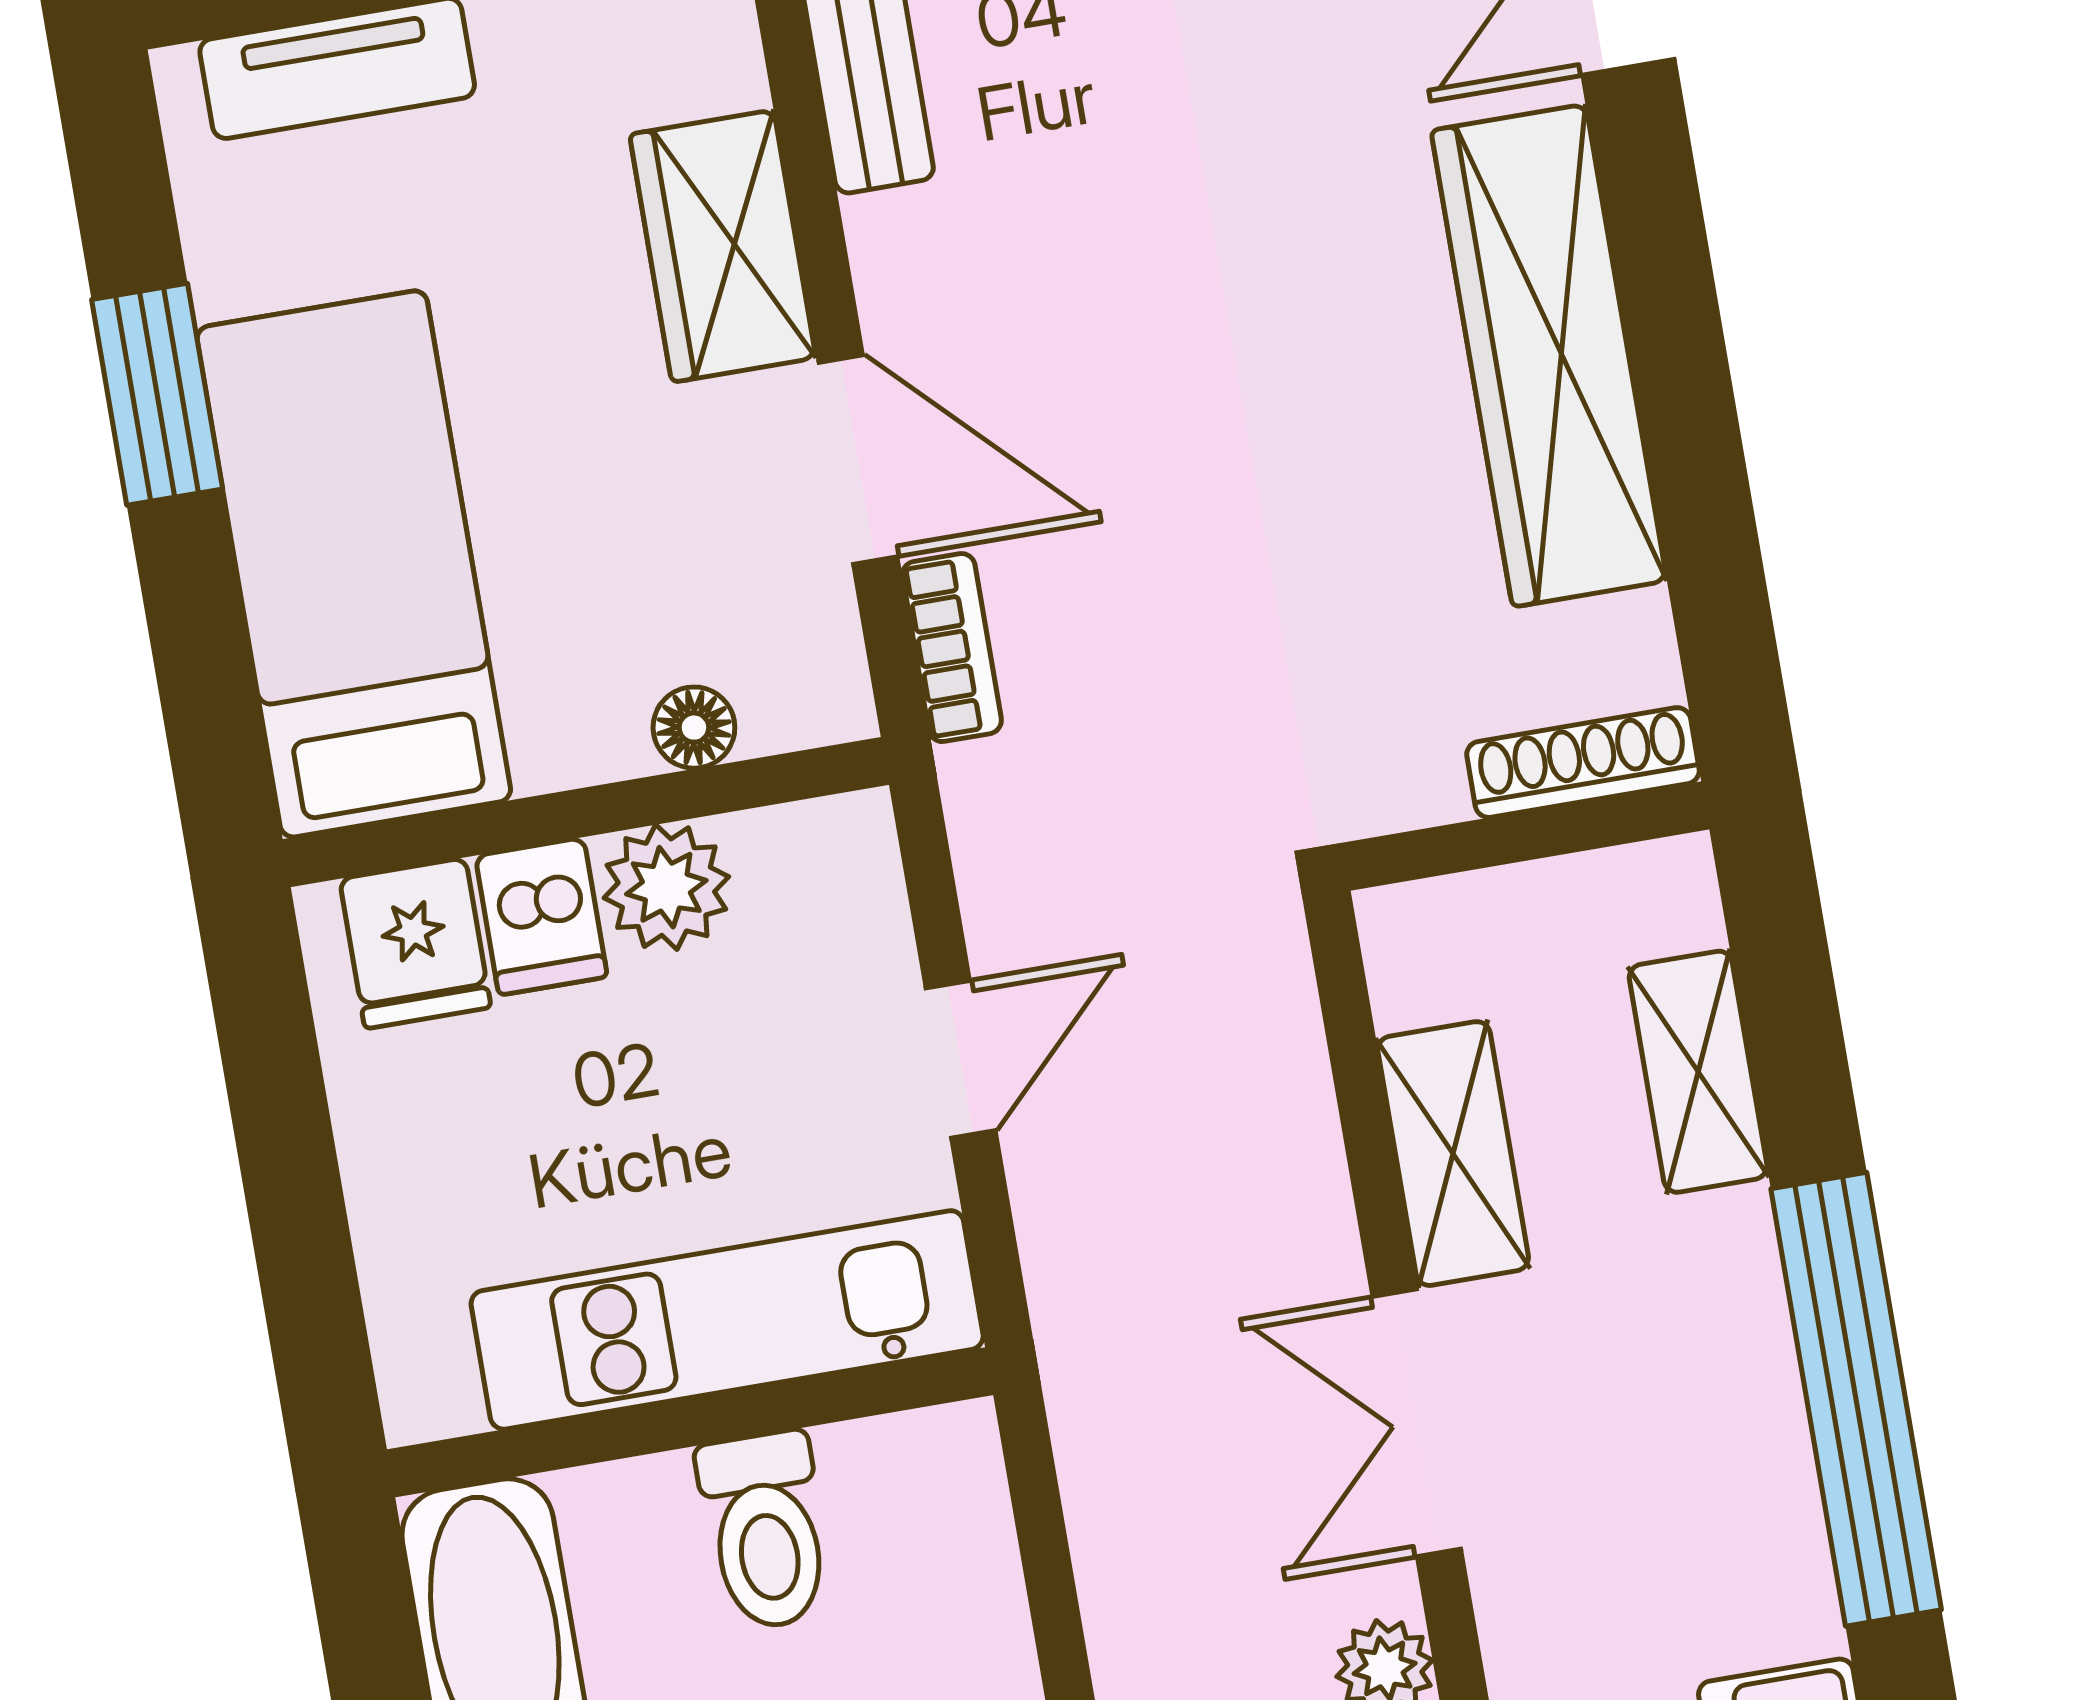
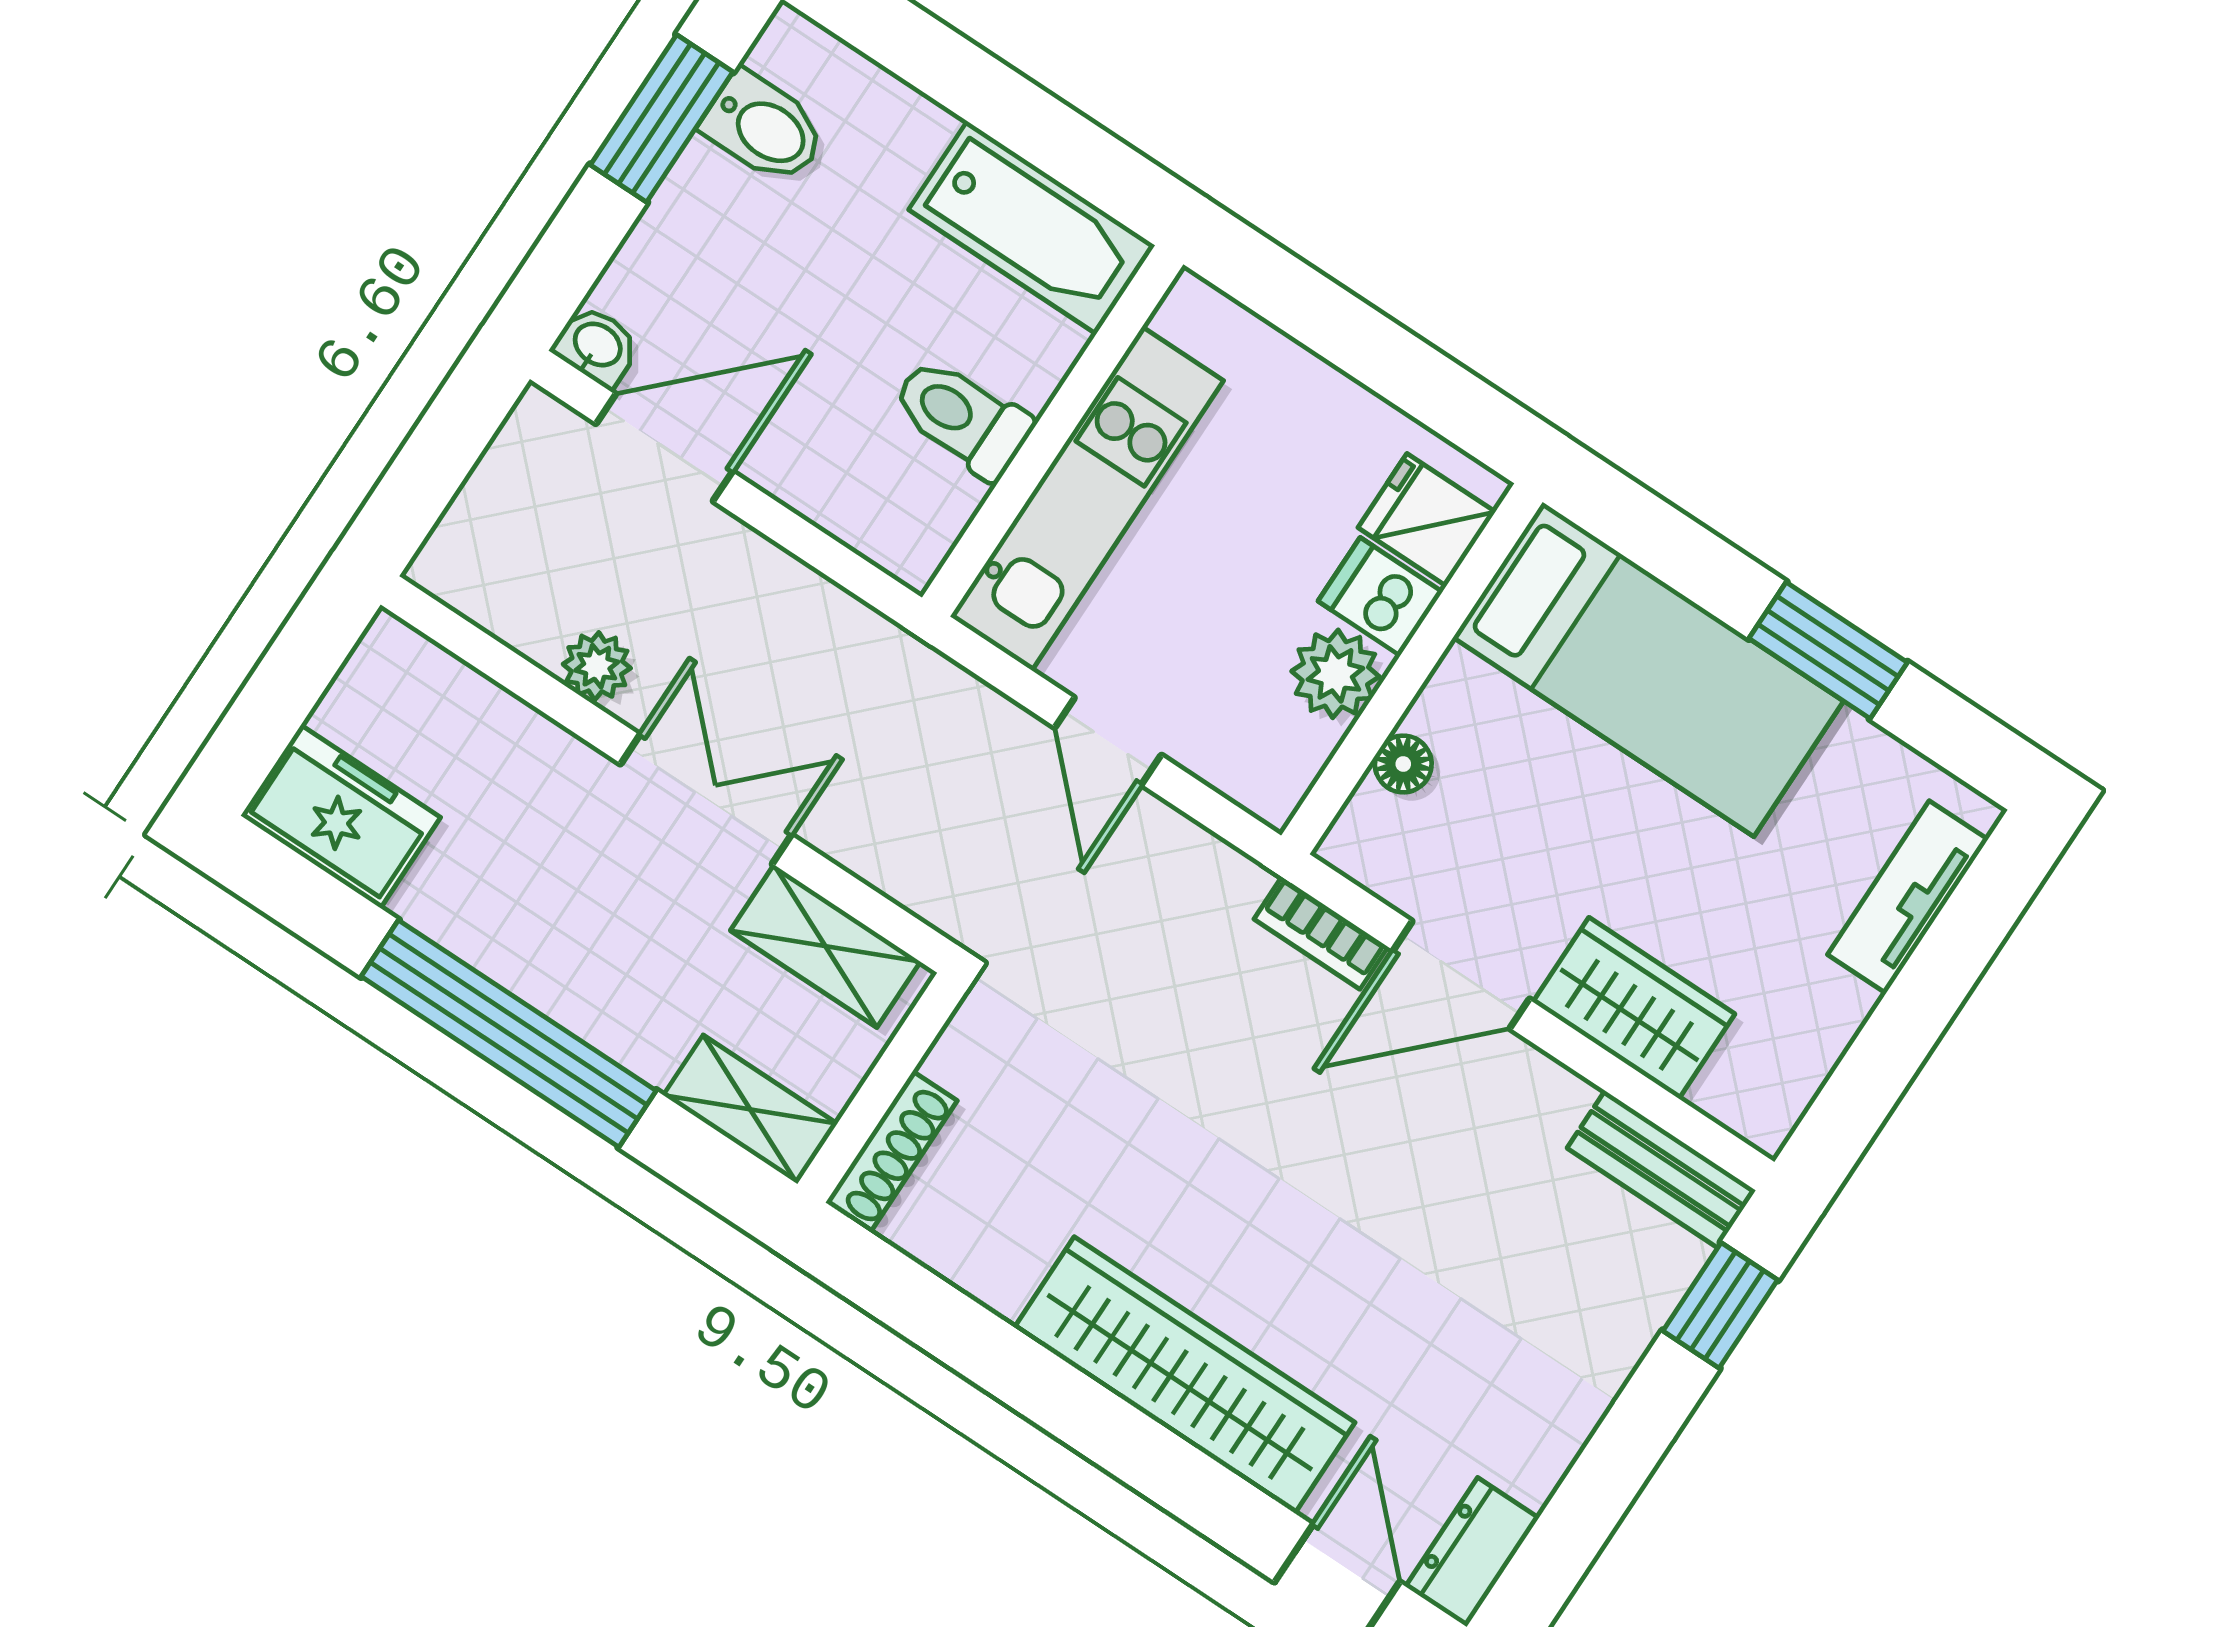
shoe rack: (1583, 763) -> (891, 1152), moved
wall: (1526, 836) -> (881, 1088), moved

